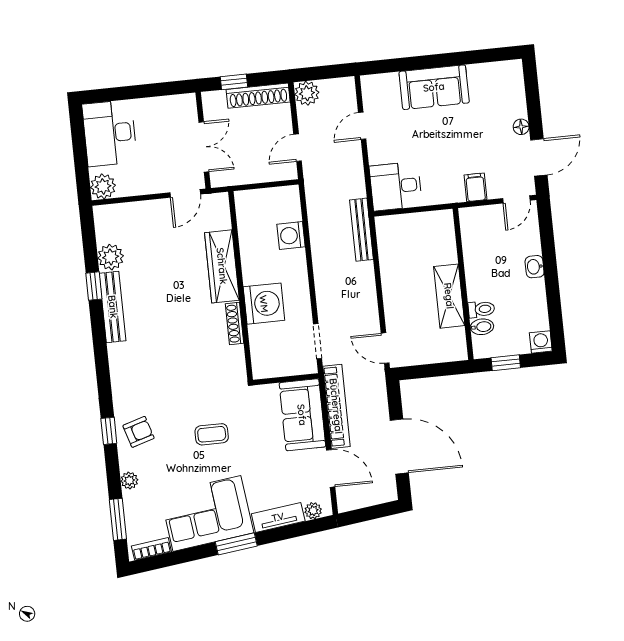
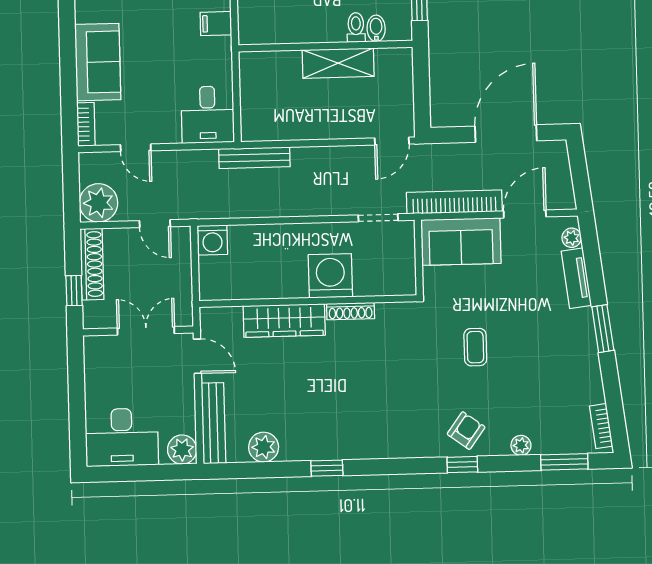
bookcase: (379, 81) -> (86, 124), added
plant: (307, 93) -> (99, 203), width x1.36, depth x1.36
washing machine: (291, 235) -> (212, 240), moved
window: (94, 286) -> (327, 468), moved
bench: (113, 307) -> (213, 423), moved, turned 90
armchair: (139, 432) -> (466, 431), turned 53
corner sofa: (207, 513) -> (565, 359), removed

